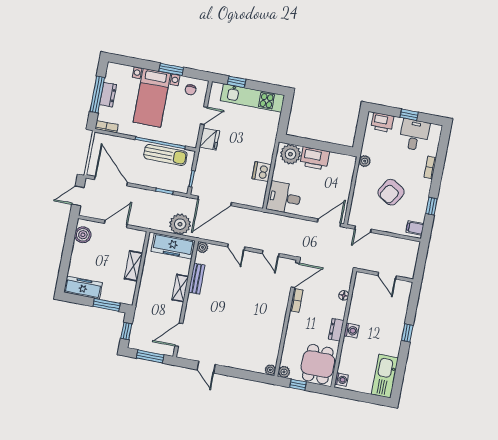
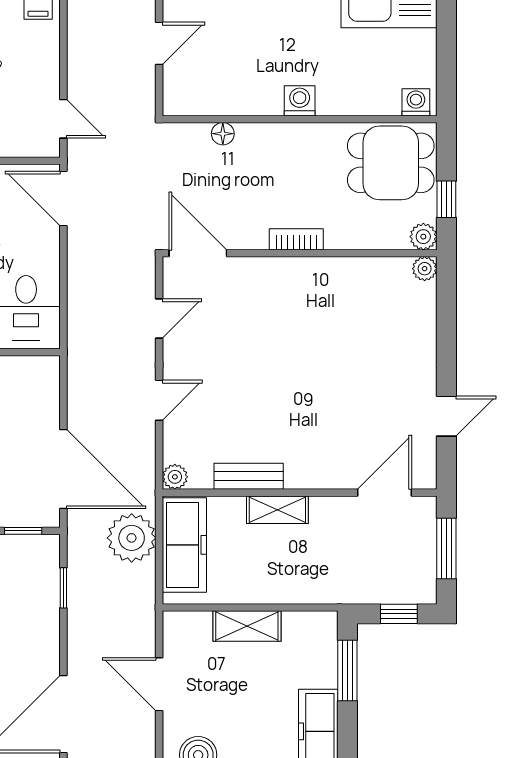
bookcase: (296, 300) -> (296, 239), moved
dresser: (336, 330) -> (304, 136), removed
door: (179, 335) -> (384, 493), swing flipped

